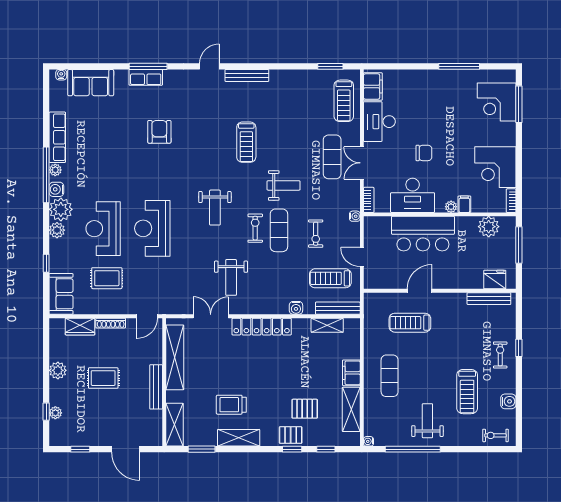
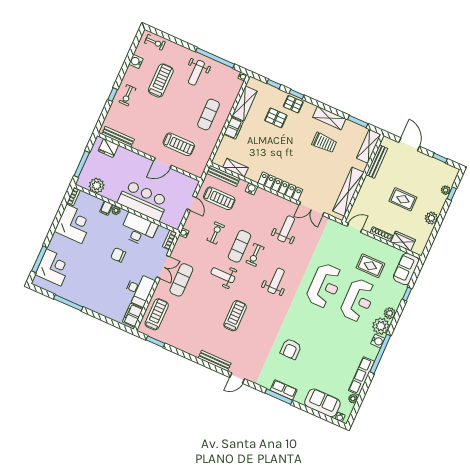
plant: (55, 170) -> (353, 399), moved
bench: (156, 387) -> (377, 162), moved

